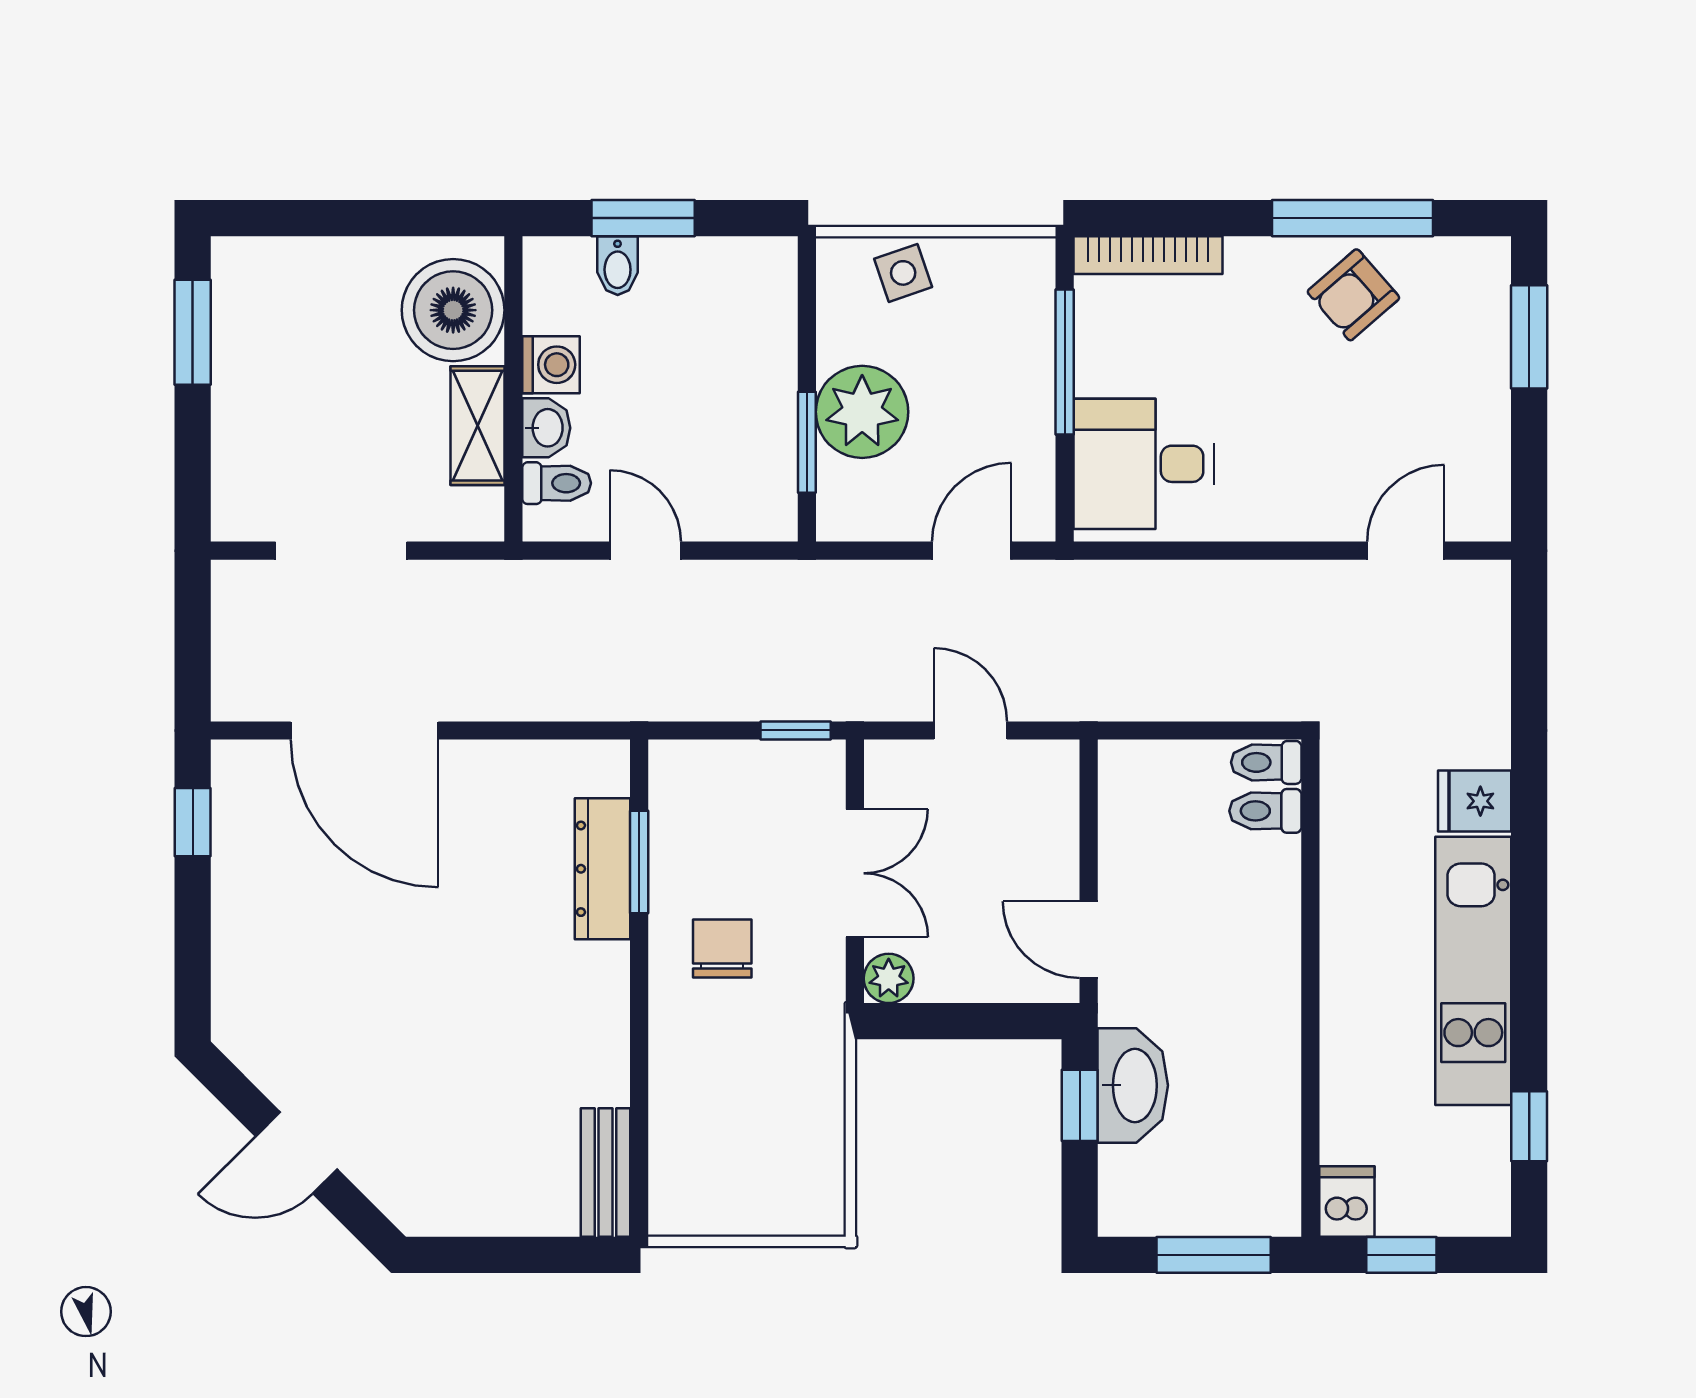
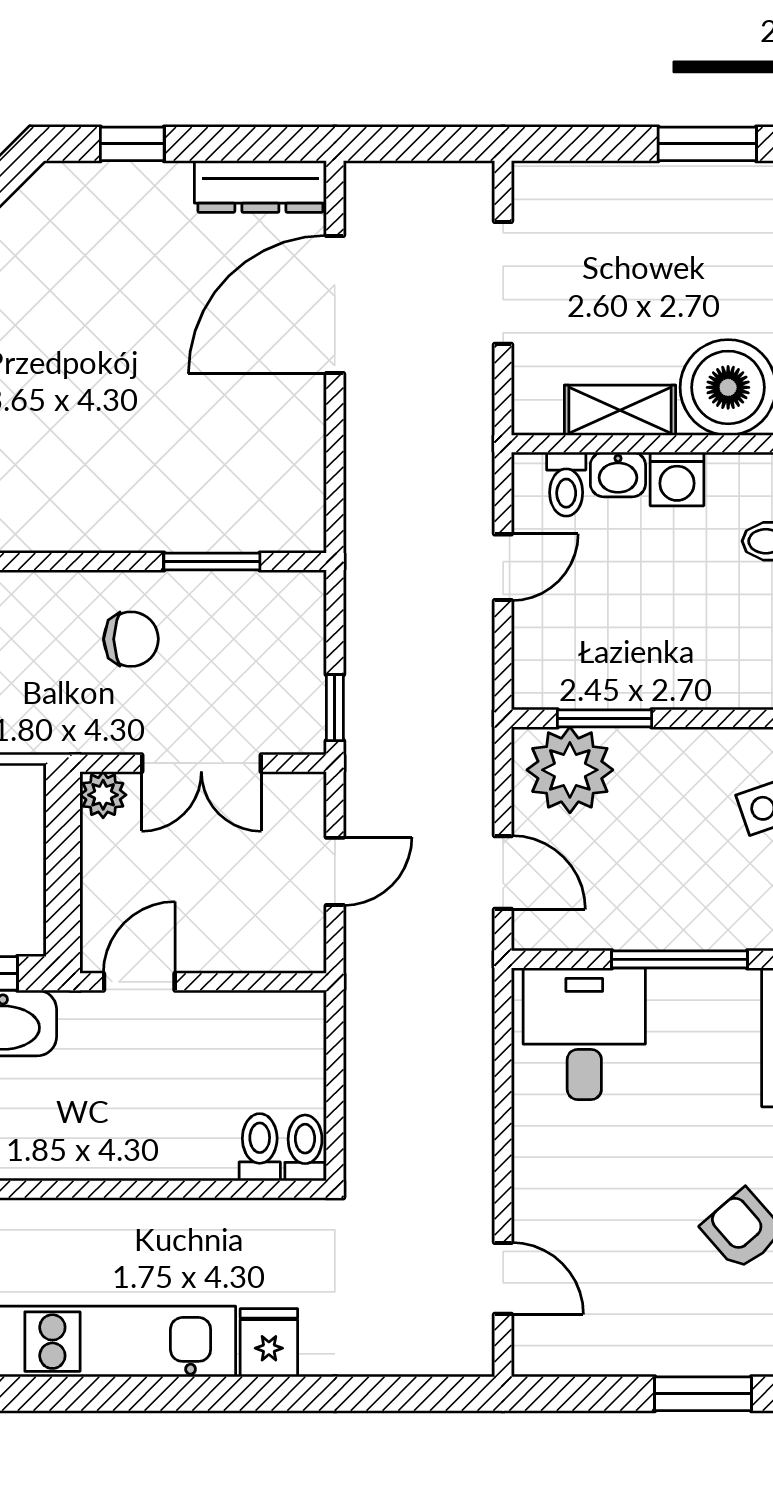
plant: (862, 412) -> (570, 770), moved
window: (193, 822) -> (132, 144), moved
dresser: (603, 869) -> (260, 187), moved, turned 180

